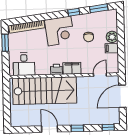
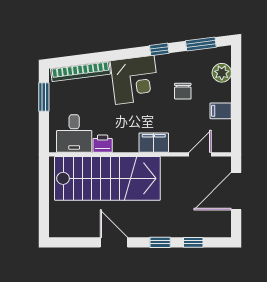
plant: (112, 37) -> (222, 73), moved
printer: (57, 69) -> (103, 144), moved
window: (108, 127) -> (193, 242), moved

